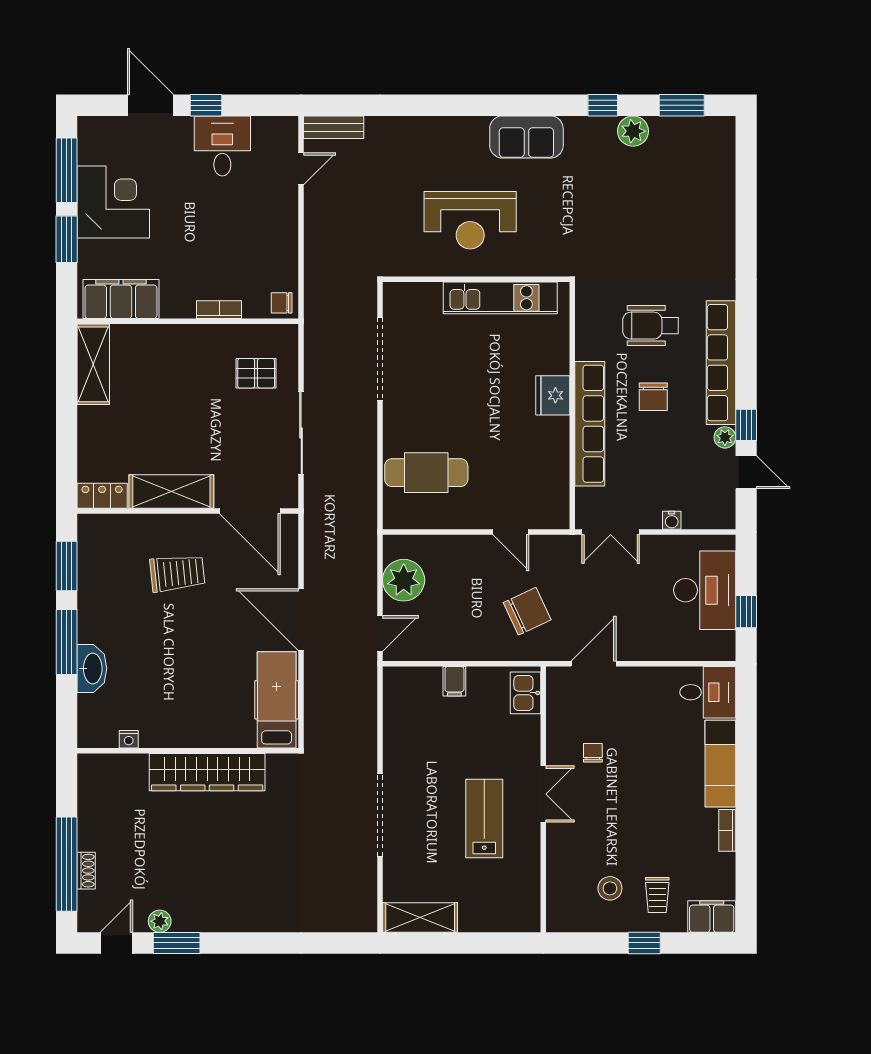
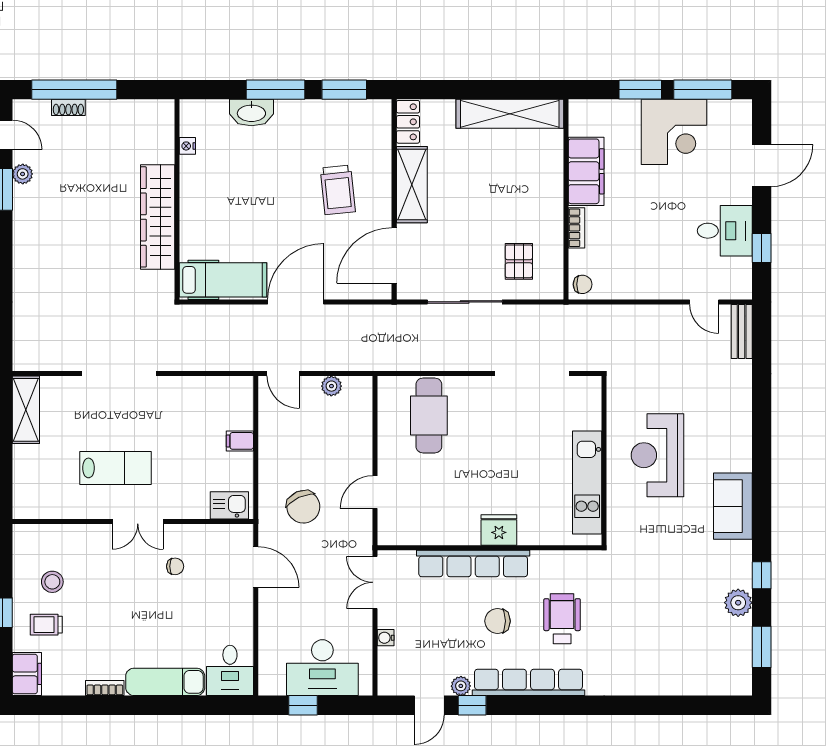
window: (206, 105) -> (762, 248), moved
filing cabinet: (121, 299) -> (586, 171), moved
chair: (282, 303) -> (583, 284), turned 90
shelving: (93, 364) -> (510, 114), width x1.47
plant: (404, 580) -> (331, 386), width x0.53, depth x0.53

